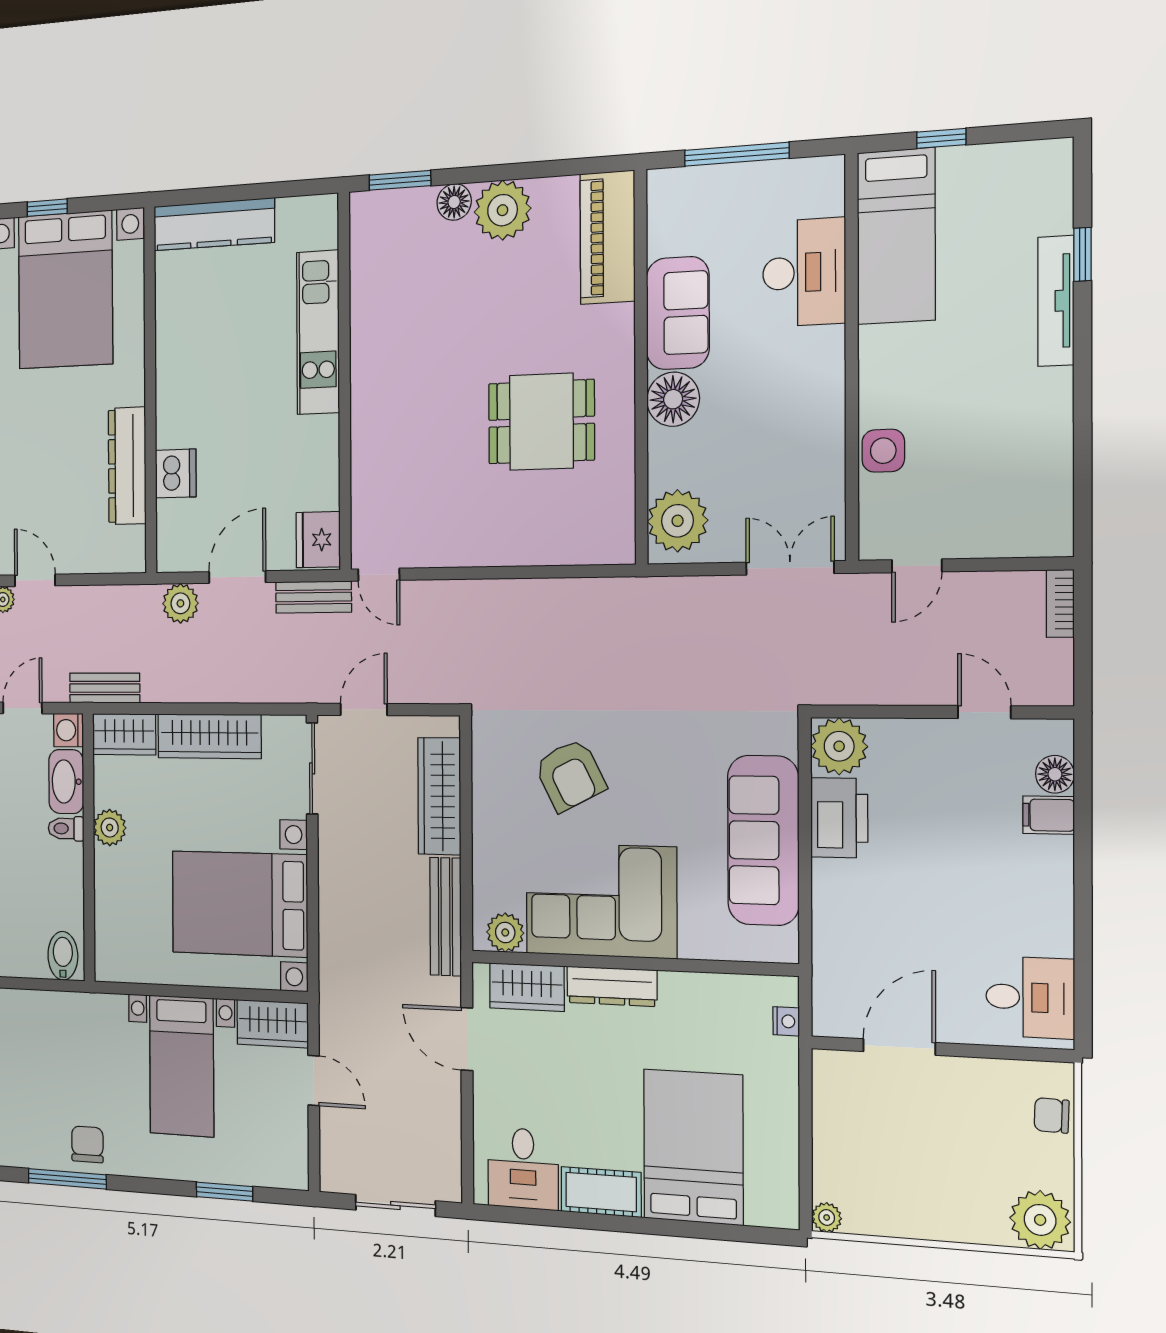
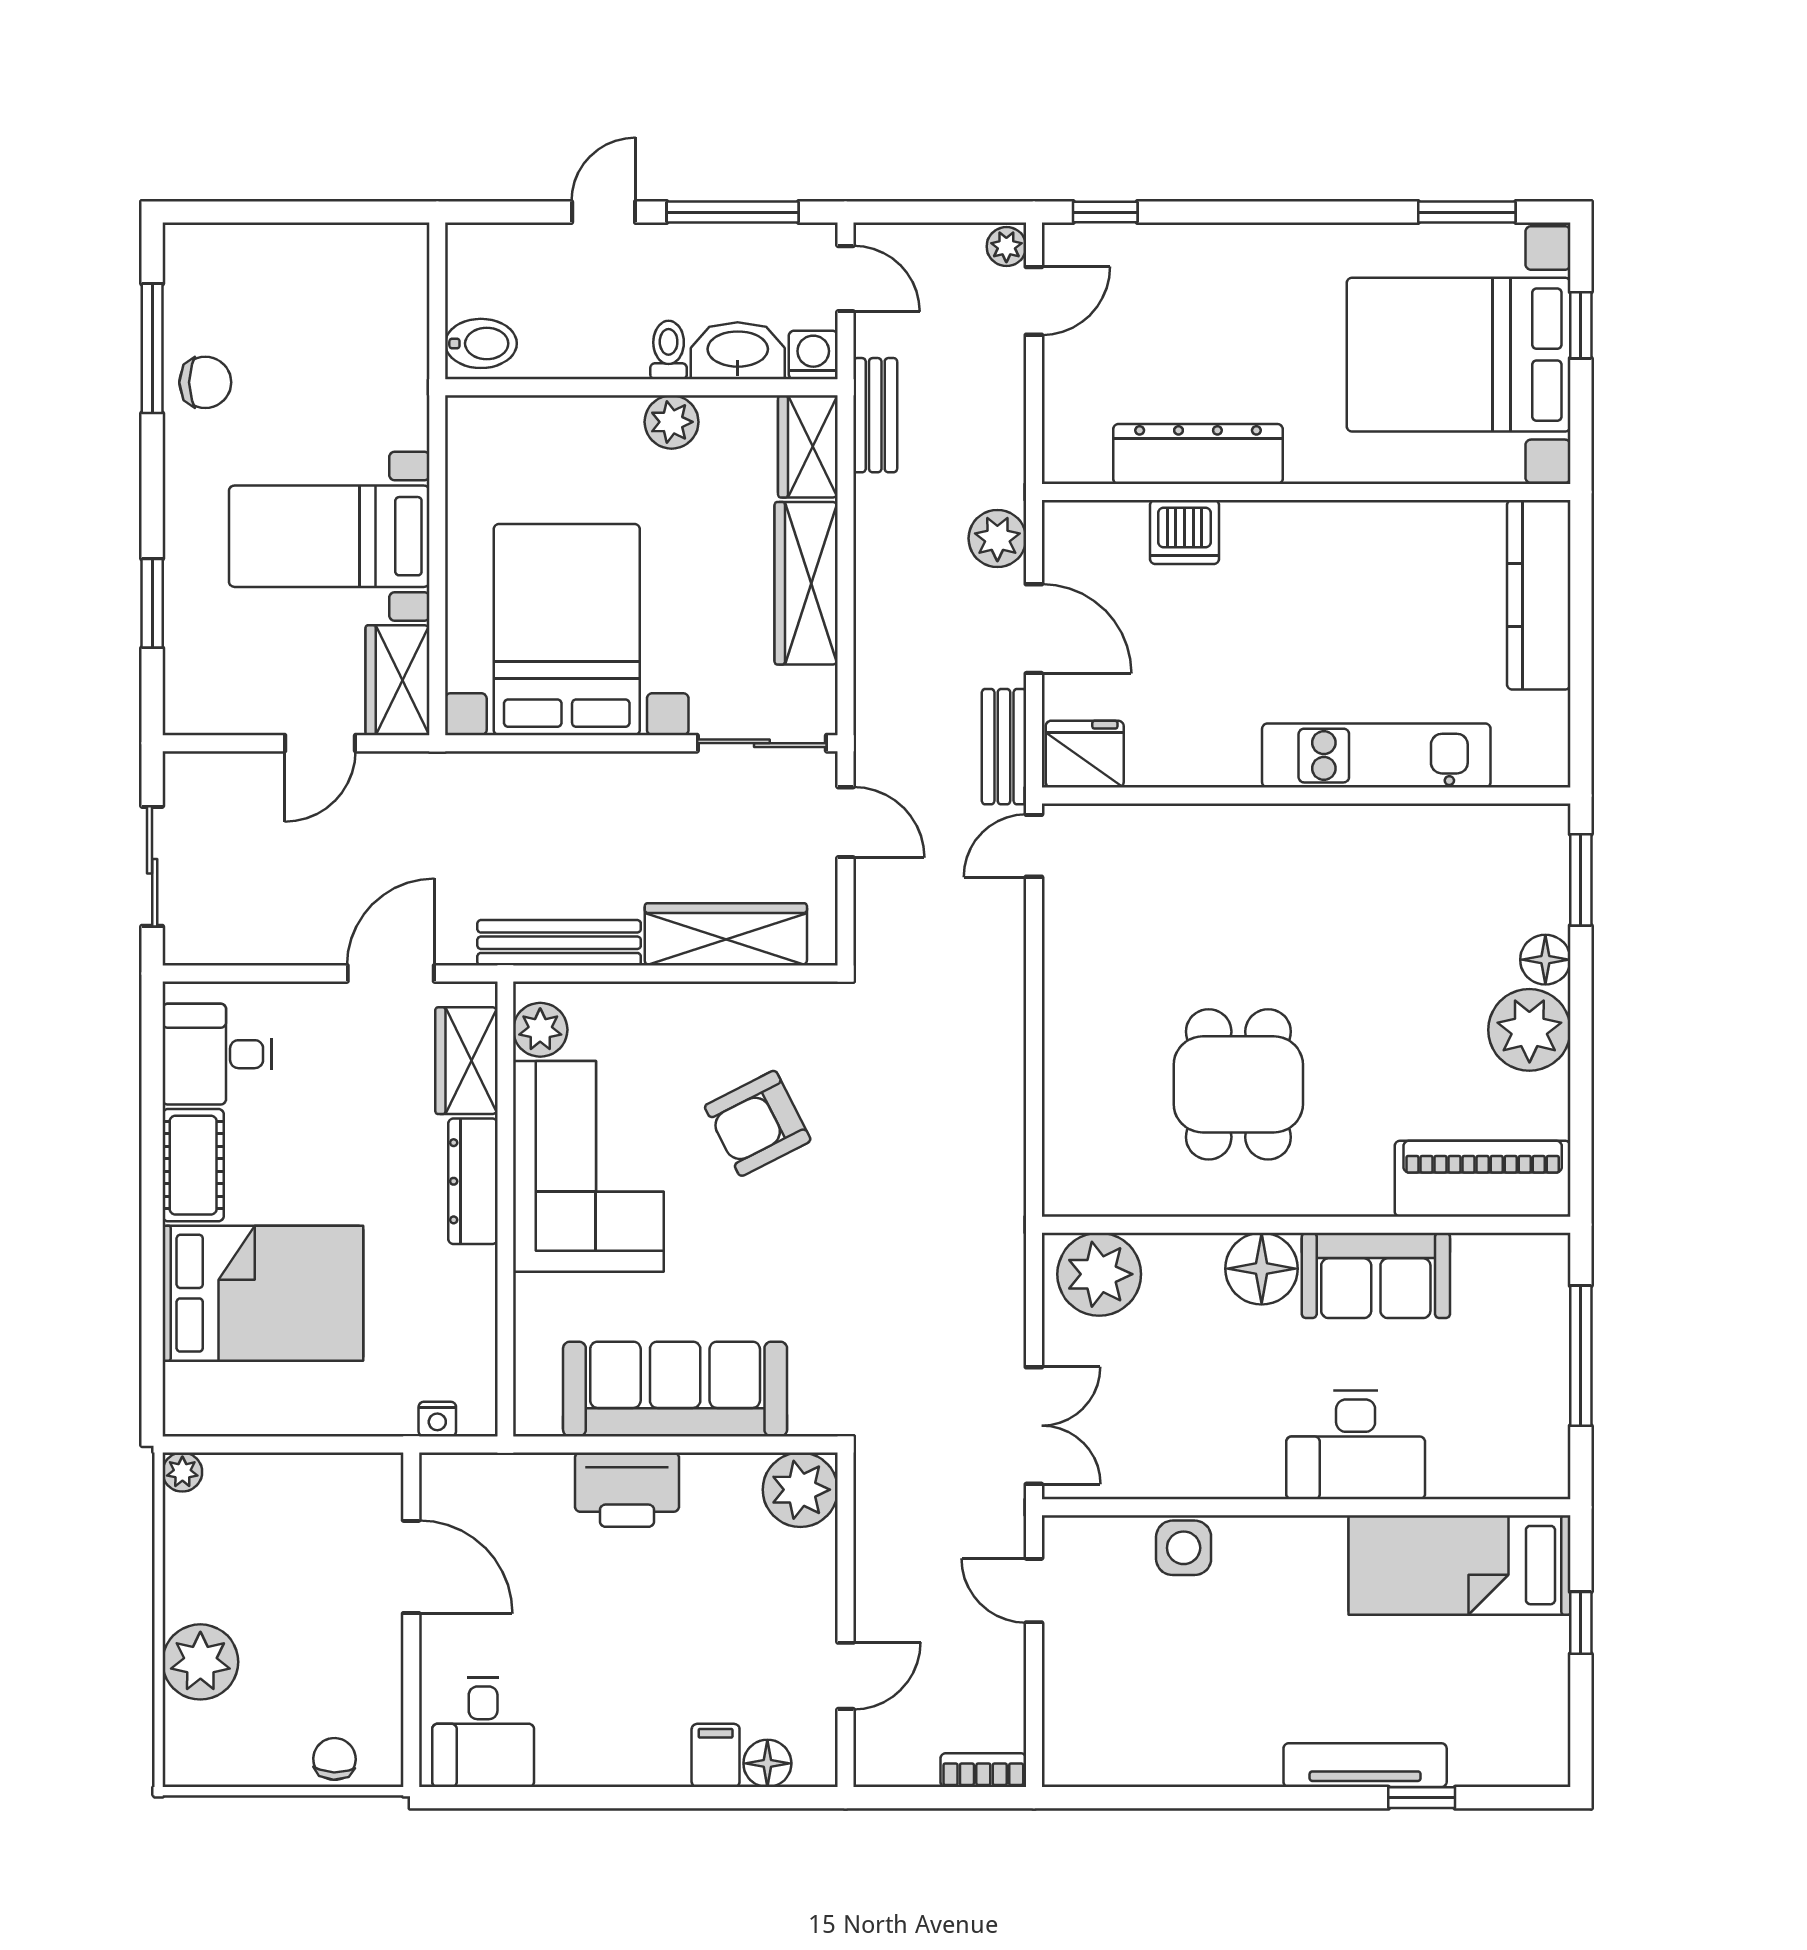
desk: (804, 272) -> (1356, 1445), moved
printer: (839, 818) -> (627, 1490), moved
plant: (1040, 1220) -> (200, 1662), moved

